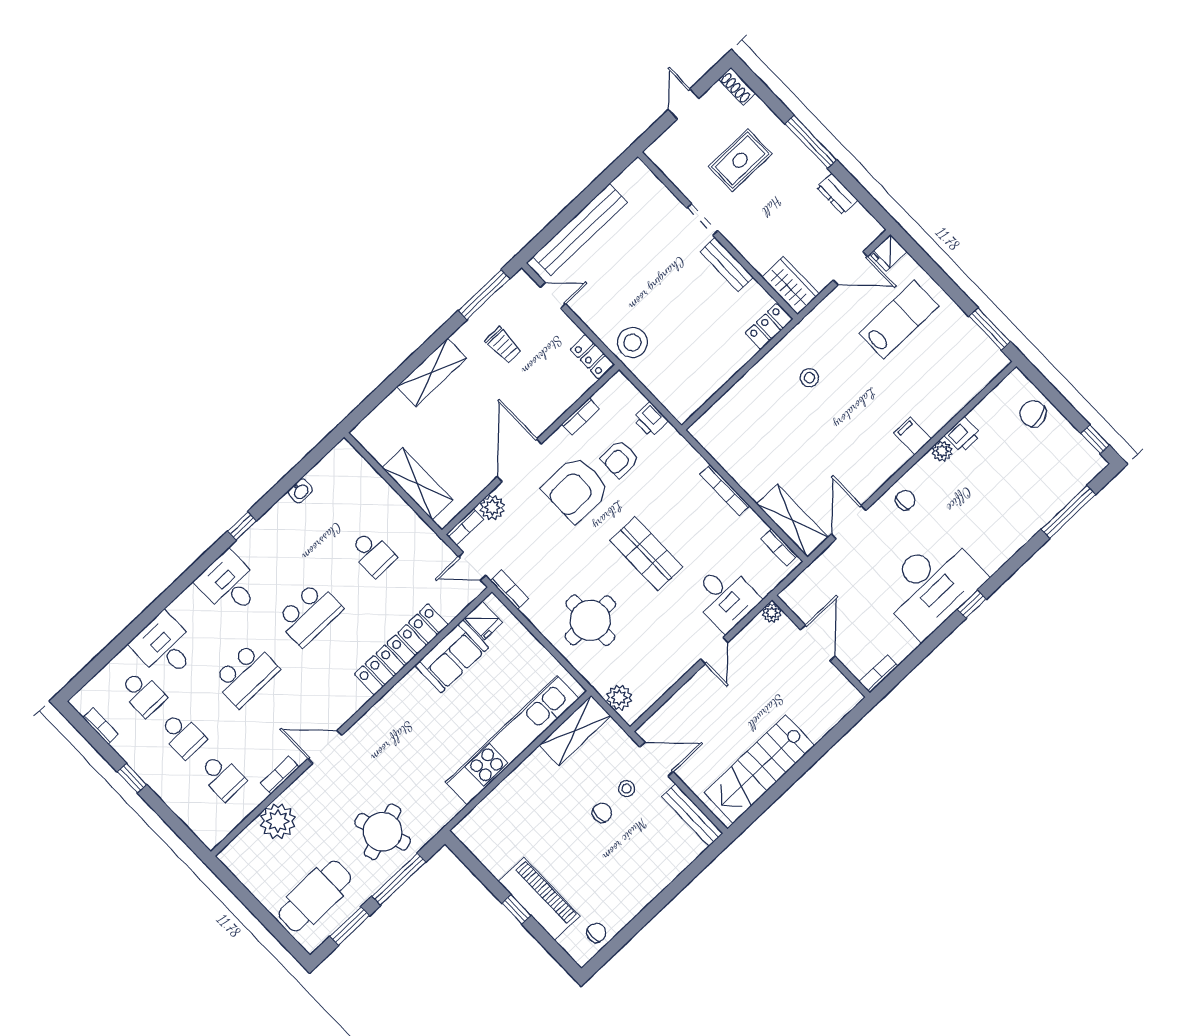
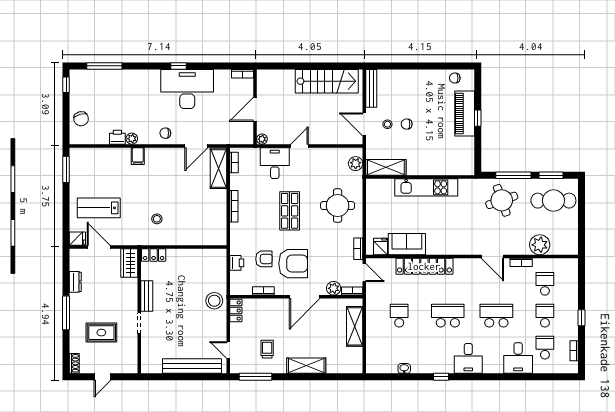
kitchen unit: (512, 740) -> (426, 187), width x0.73

